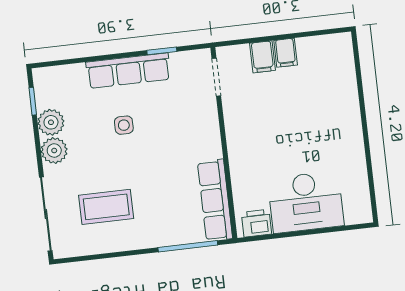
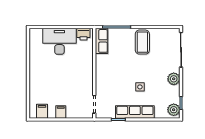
filing cabinet: (262, 57) -> (42, 111), moved
plant: (51, 122) -> (174, 110), moved
row of seats: (215, 200) -> (102, 41), width x0.68
coffee table: (106, 207) -> (142, 42), moved, turned 90

